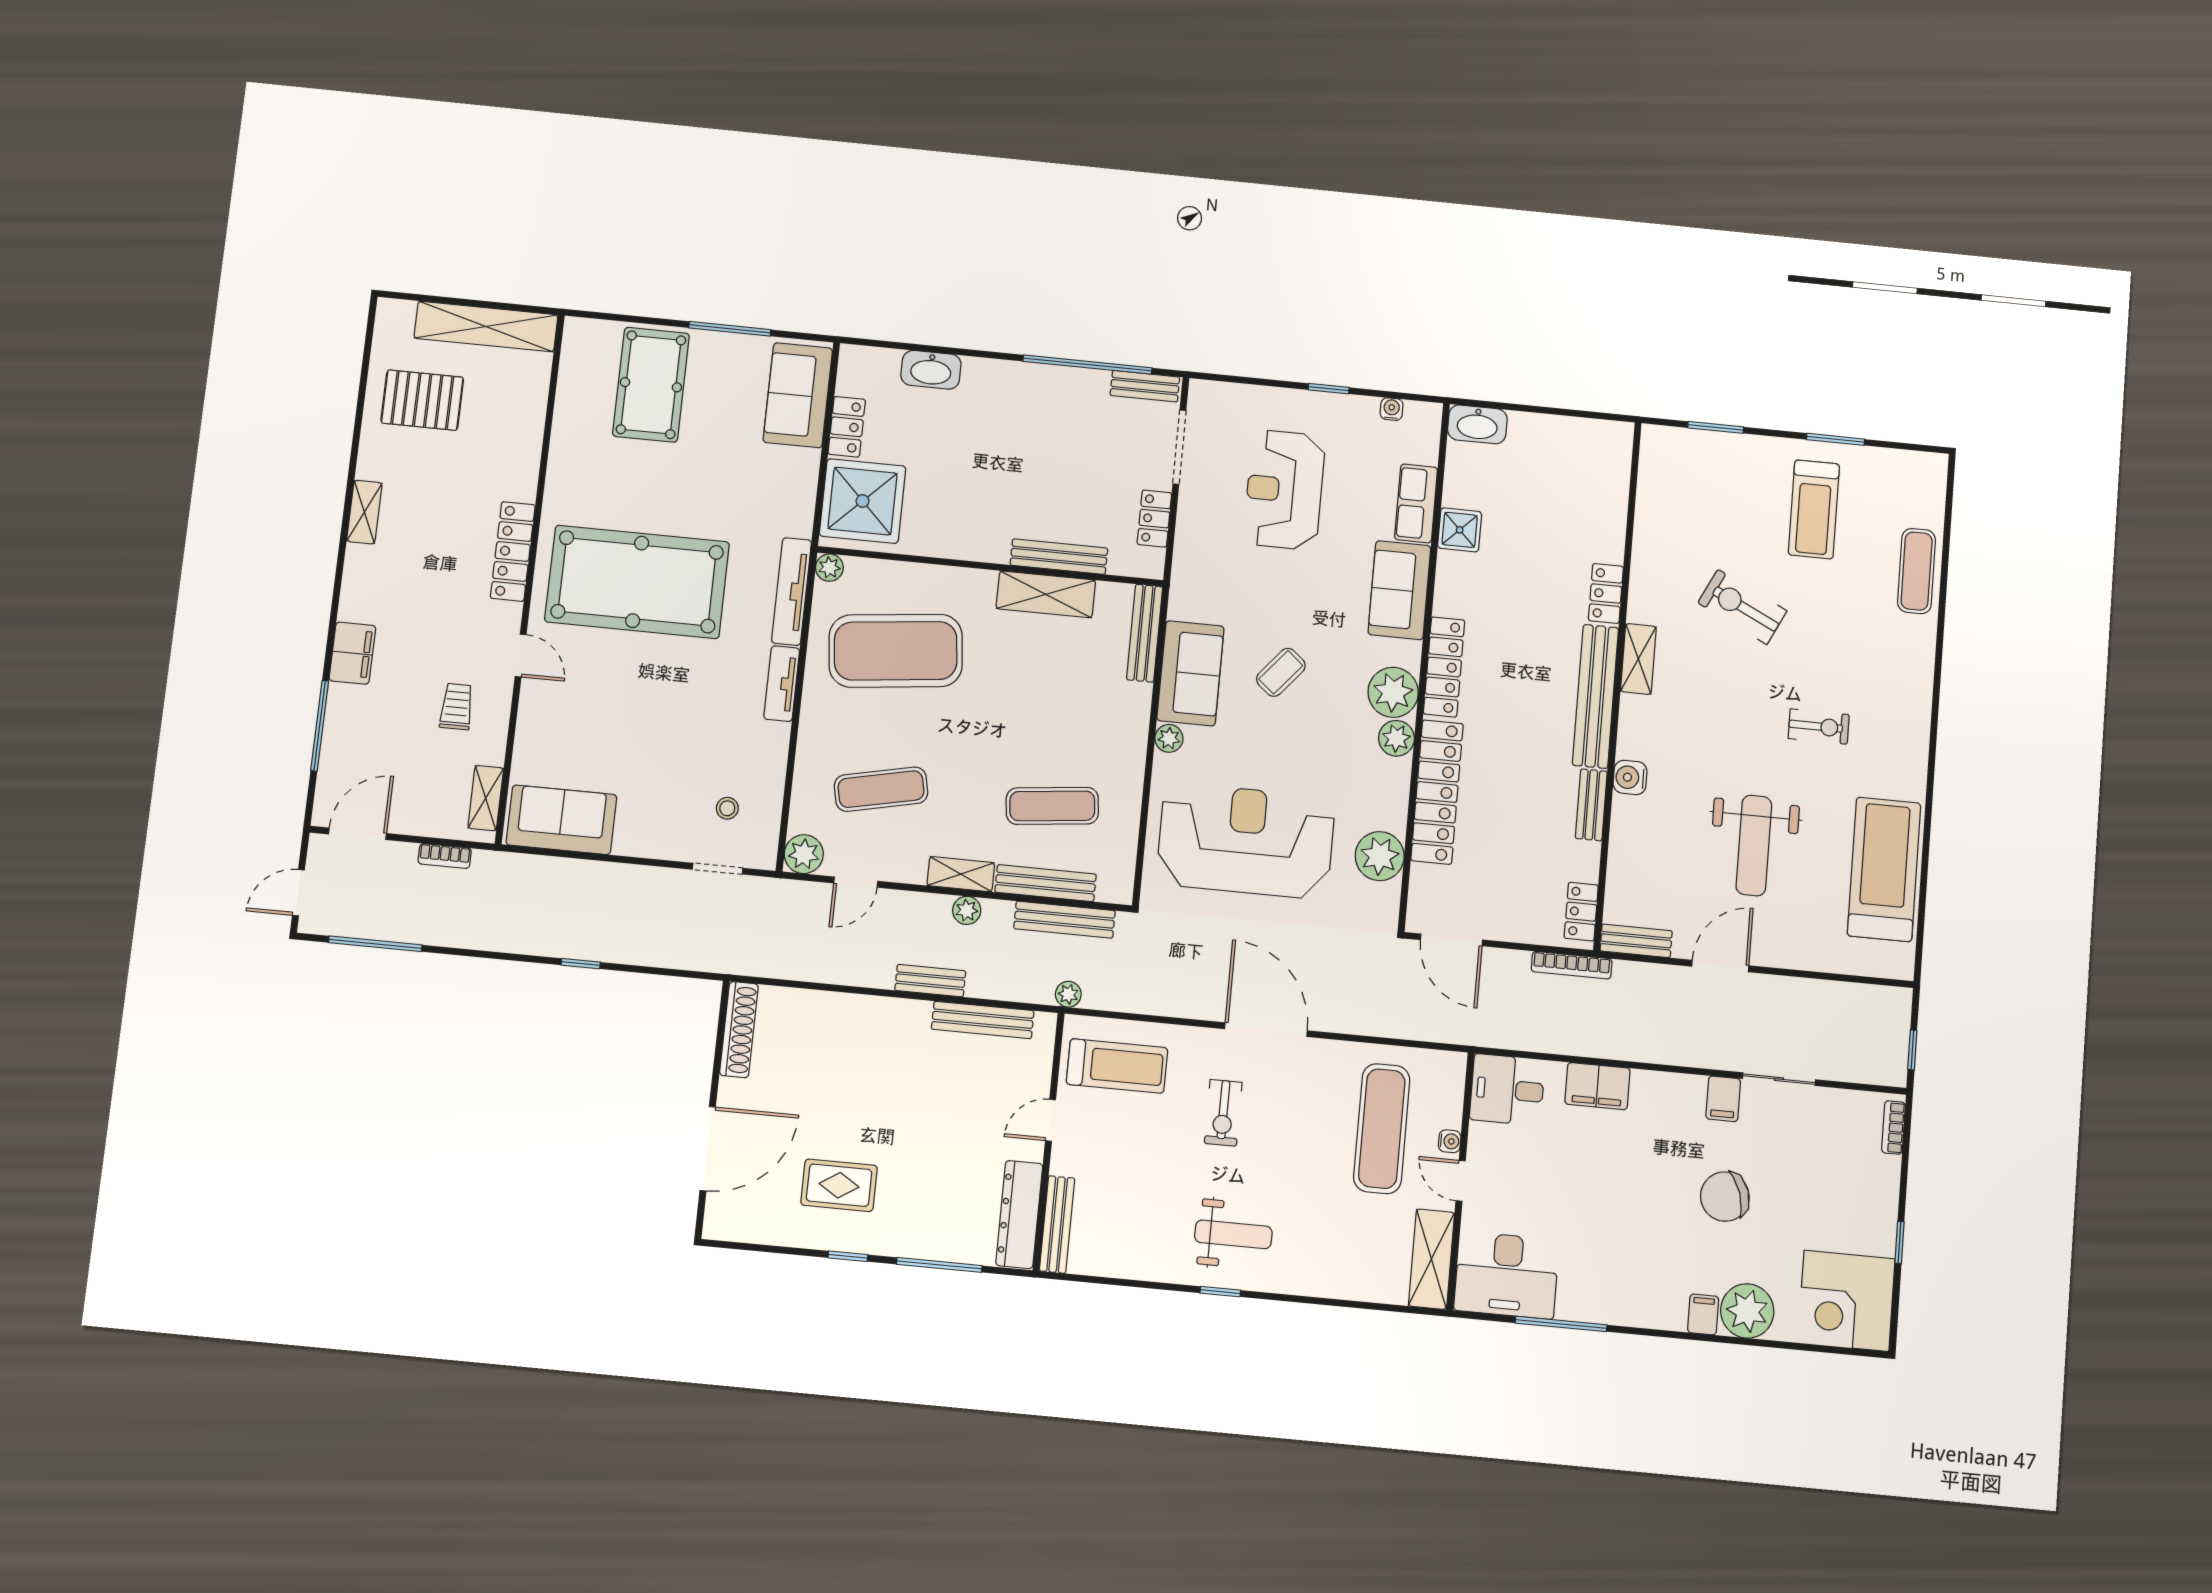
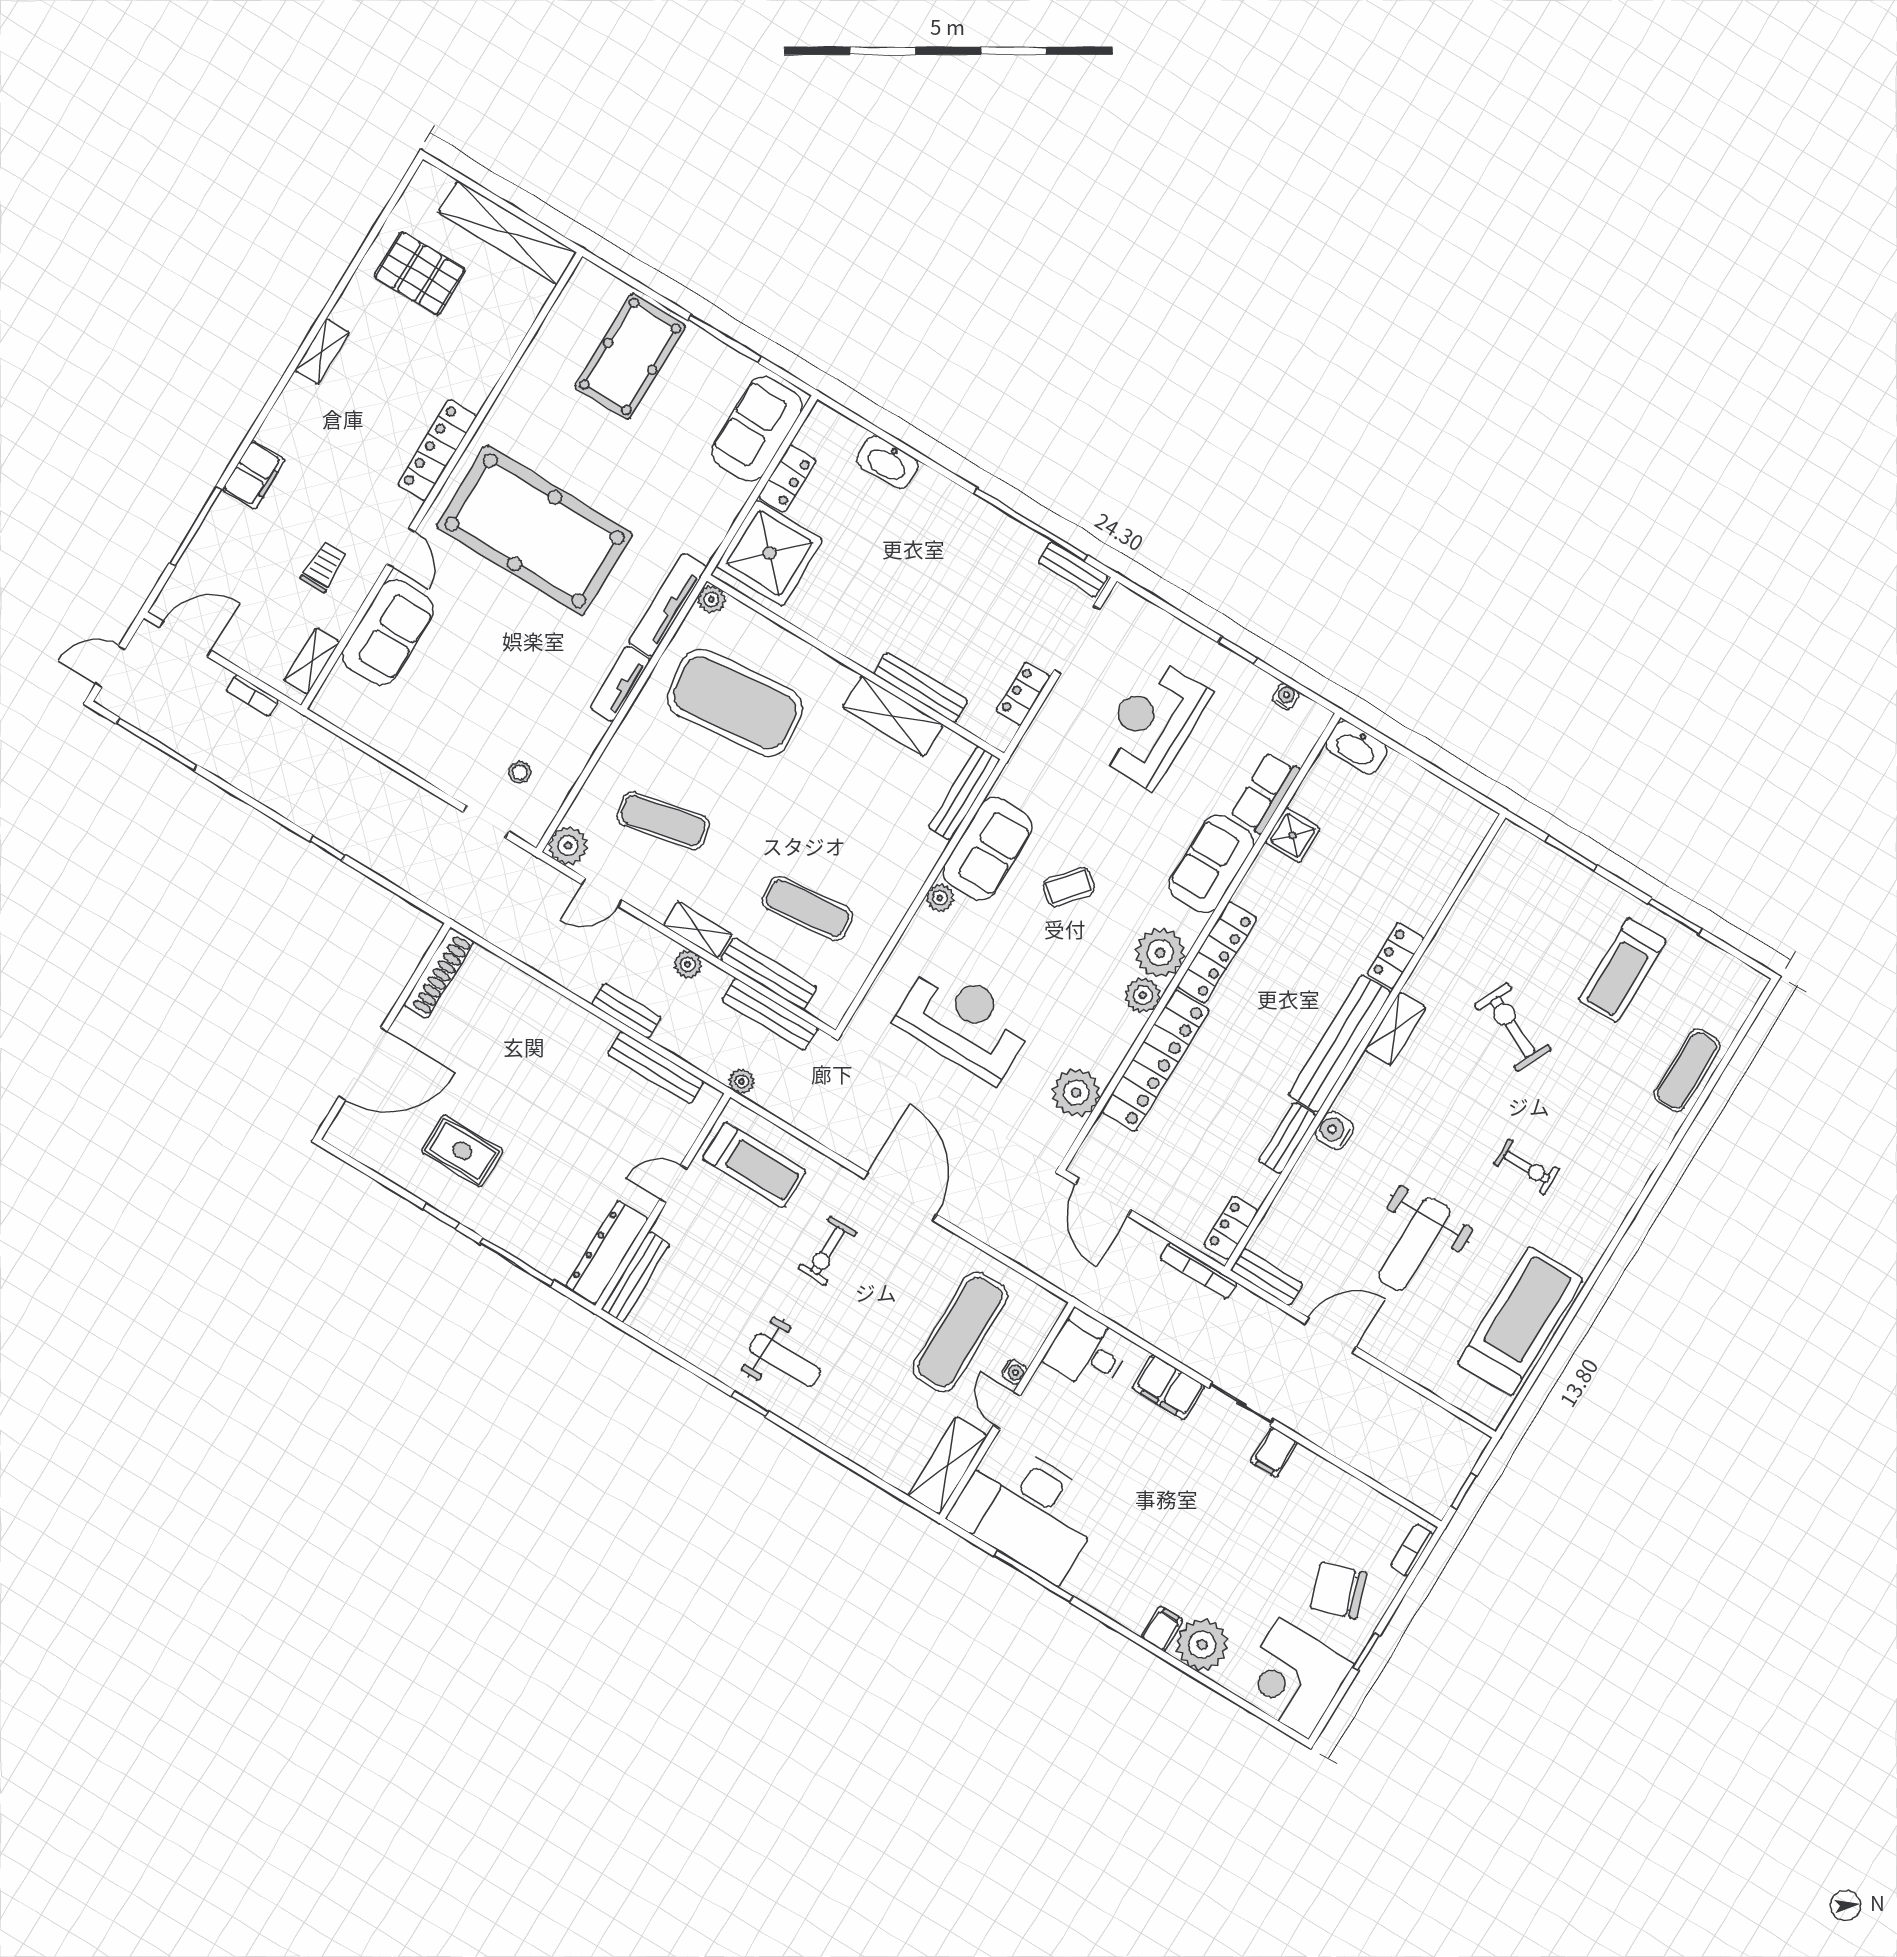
sofa: (561, 820) -> (388, 632), moved, turned 90
reception desk: (1246, 841) -> (964, 1022), width x0.74, depth x0.77
sliding door: (1779, 1079) -> (1241, 1404), moved
chair: (1725, 1197) -> (1339, 1591), moved
desk: (1507, 1275) -> (1028, 1511), width x1.36, depth x1.30

